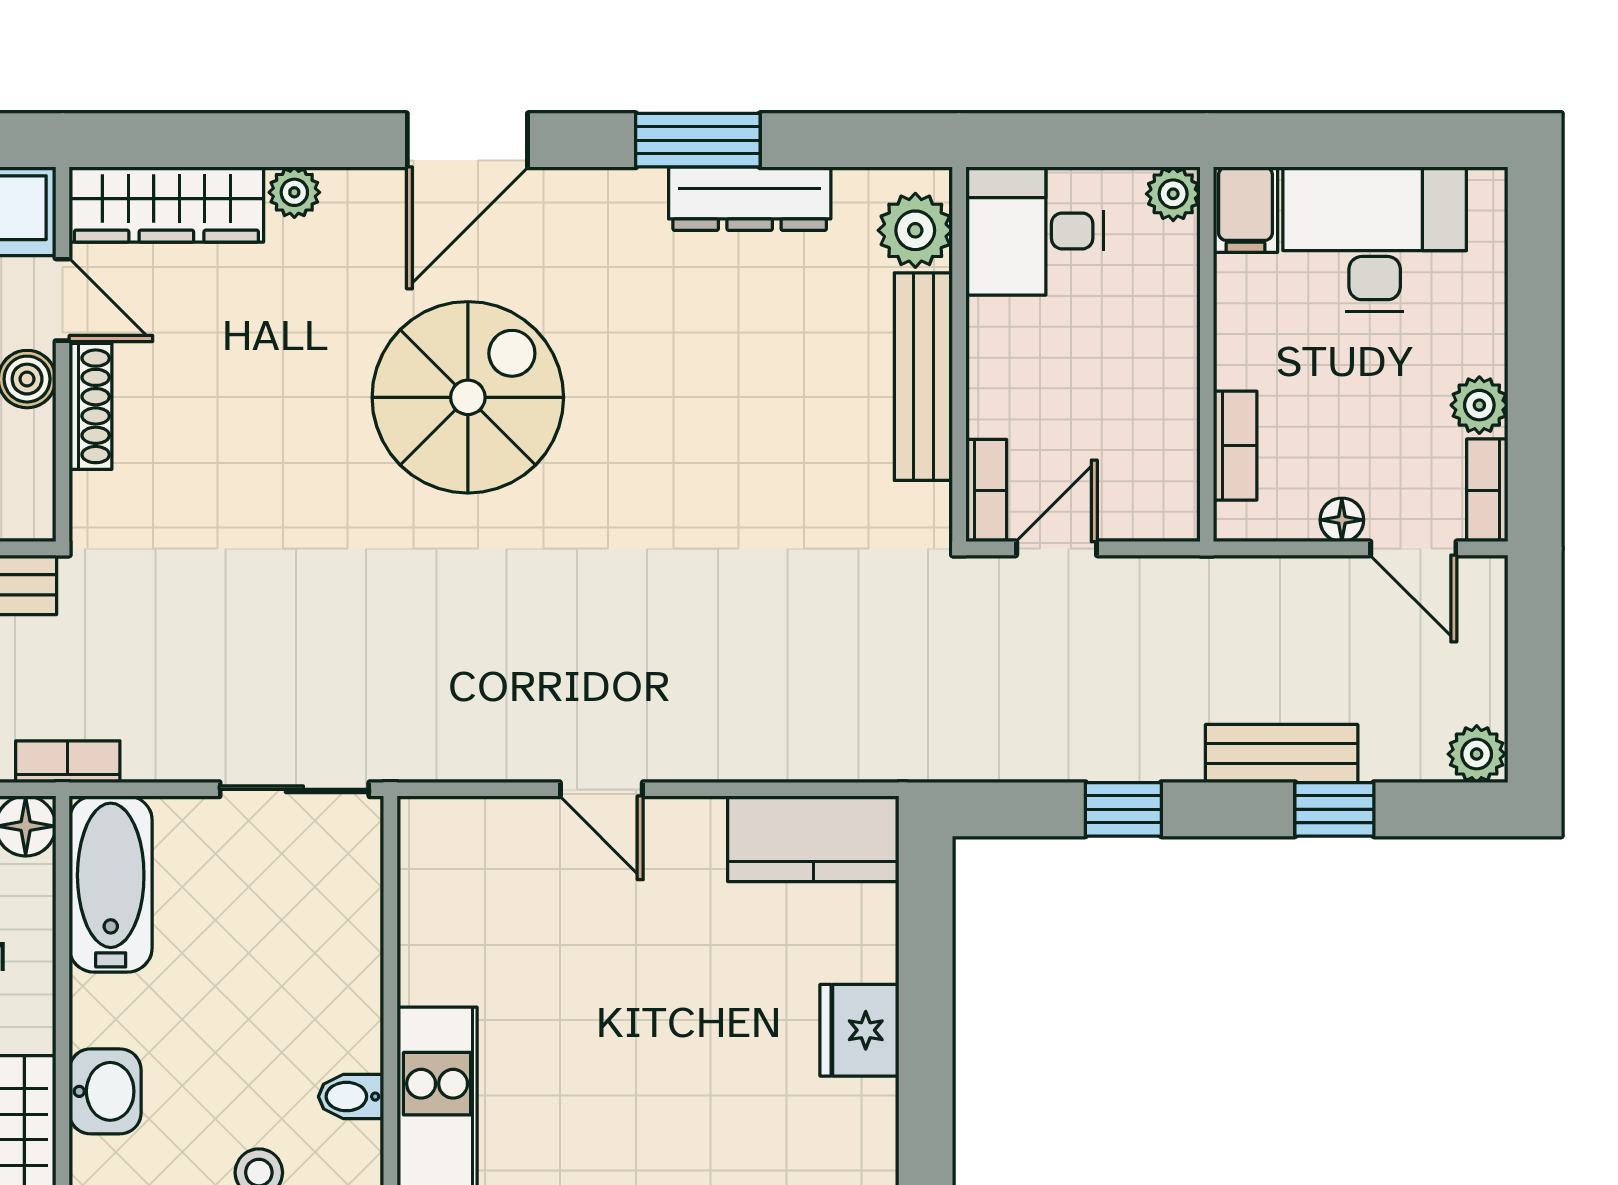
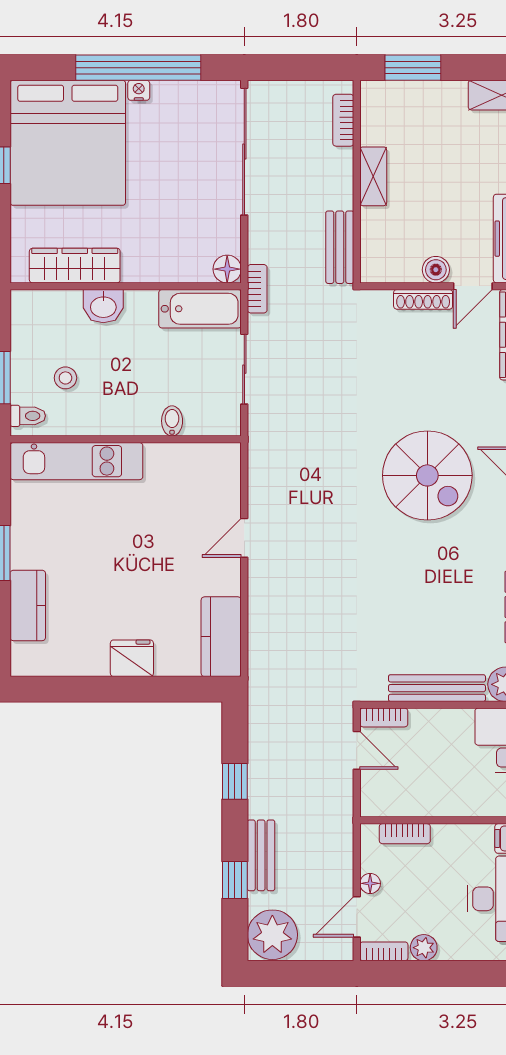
plant: (1477, 754) -> (272, 935), width x1.87, depth x1.87
sliding door: (294, 789) -> (244, 369), moved
bidet: (351, 1097) -> (172, 421), moved

